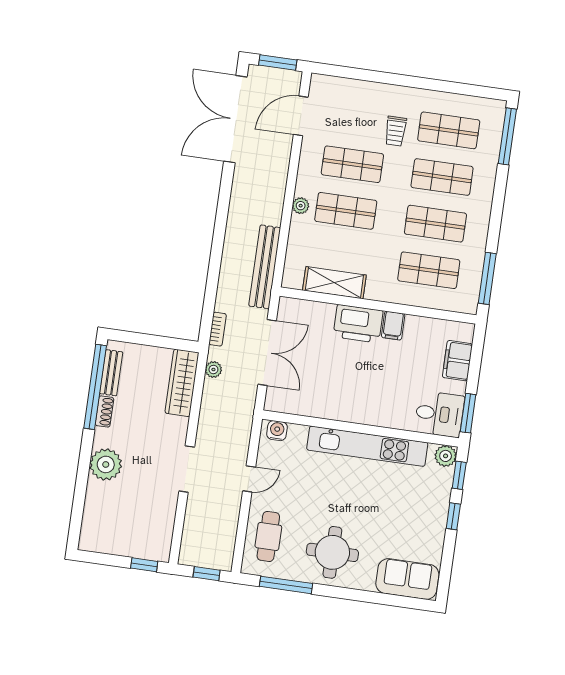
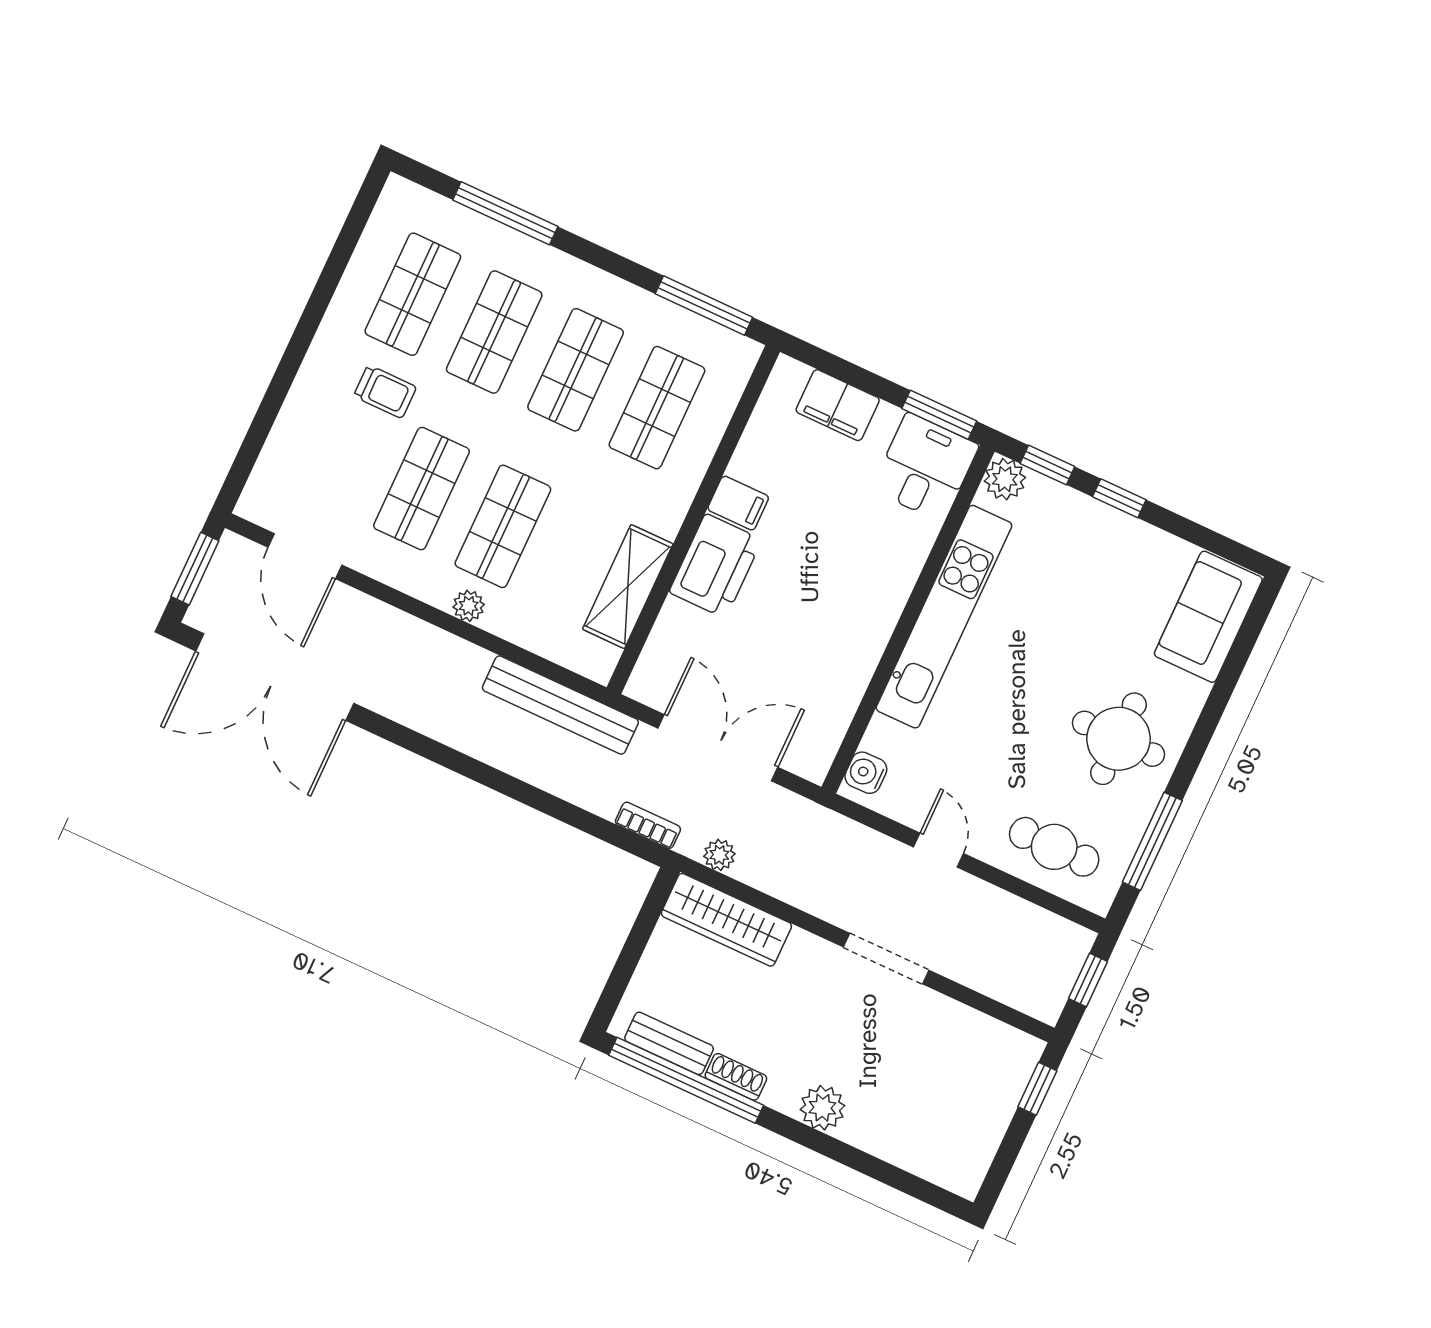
window: (507, 136) -> (505, 213), moved
plant: (106, 464) -> (822, 1108), width x0.73, depth x0.73

